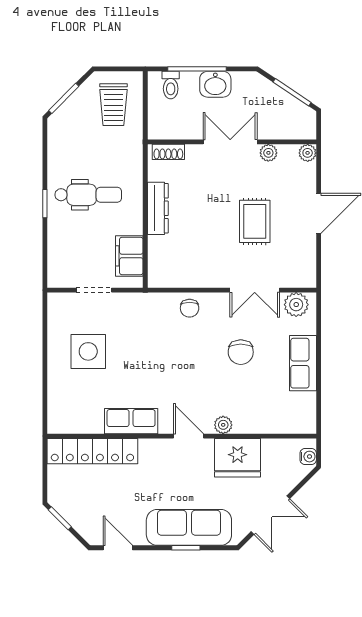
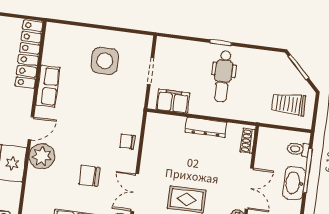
washbasin: (215, 84) -> (294, 183), width x1.38
plant: (223, 425) -> (42, 156), width x1.88, depth x1.88

